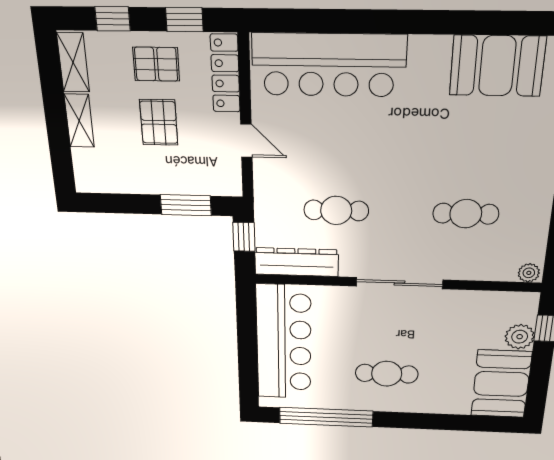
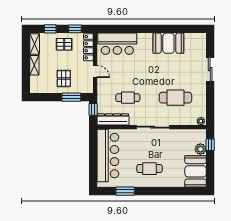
bar counter: (329, 65) -> (117, 44), width x0.73
booth: (497, 66) -> (168, 43), moved
pallet: (159, 122) -> (64, 79), moved
cafe table: (466, 214) -> (175, 98), width x1.37, depth x1.35
window: (326, 417) -> (125, 191), width x0.47

